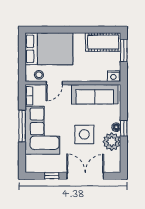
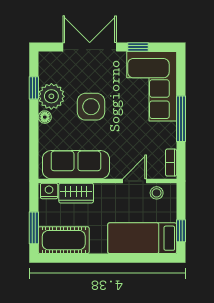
window: (22, 49) -> (181, 231), added
bed: (49, 49) -> (142, 238), width x0.67
wardrobe: (95, 75) -> (76, 193), added
window: (124, 128) -> (34, 88), moved
corner sofa: (42, 130) -> (152, 86), moved
double door: (85, 176) -> (90, 47), swing flipped

